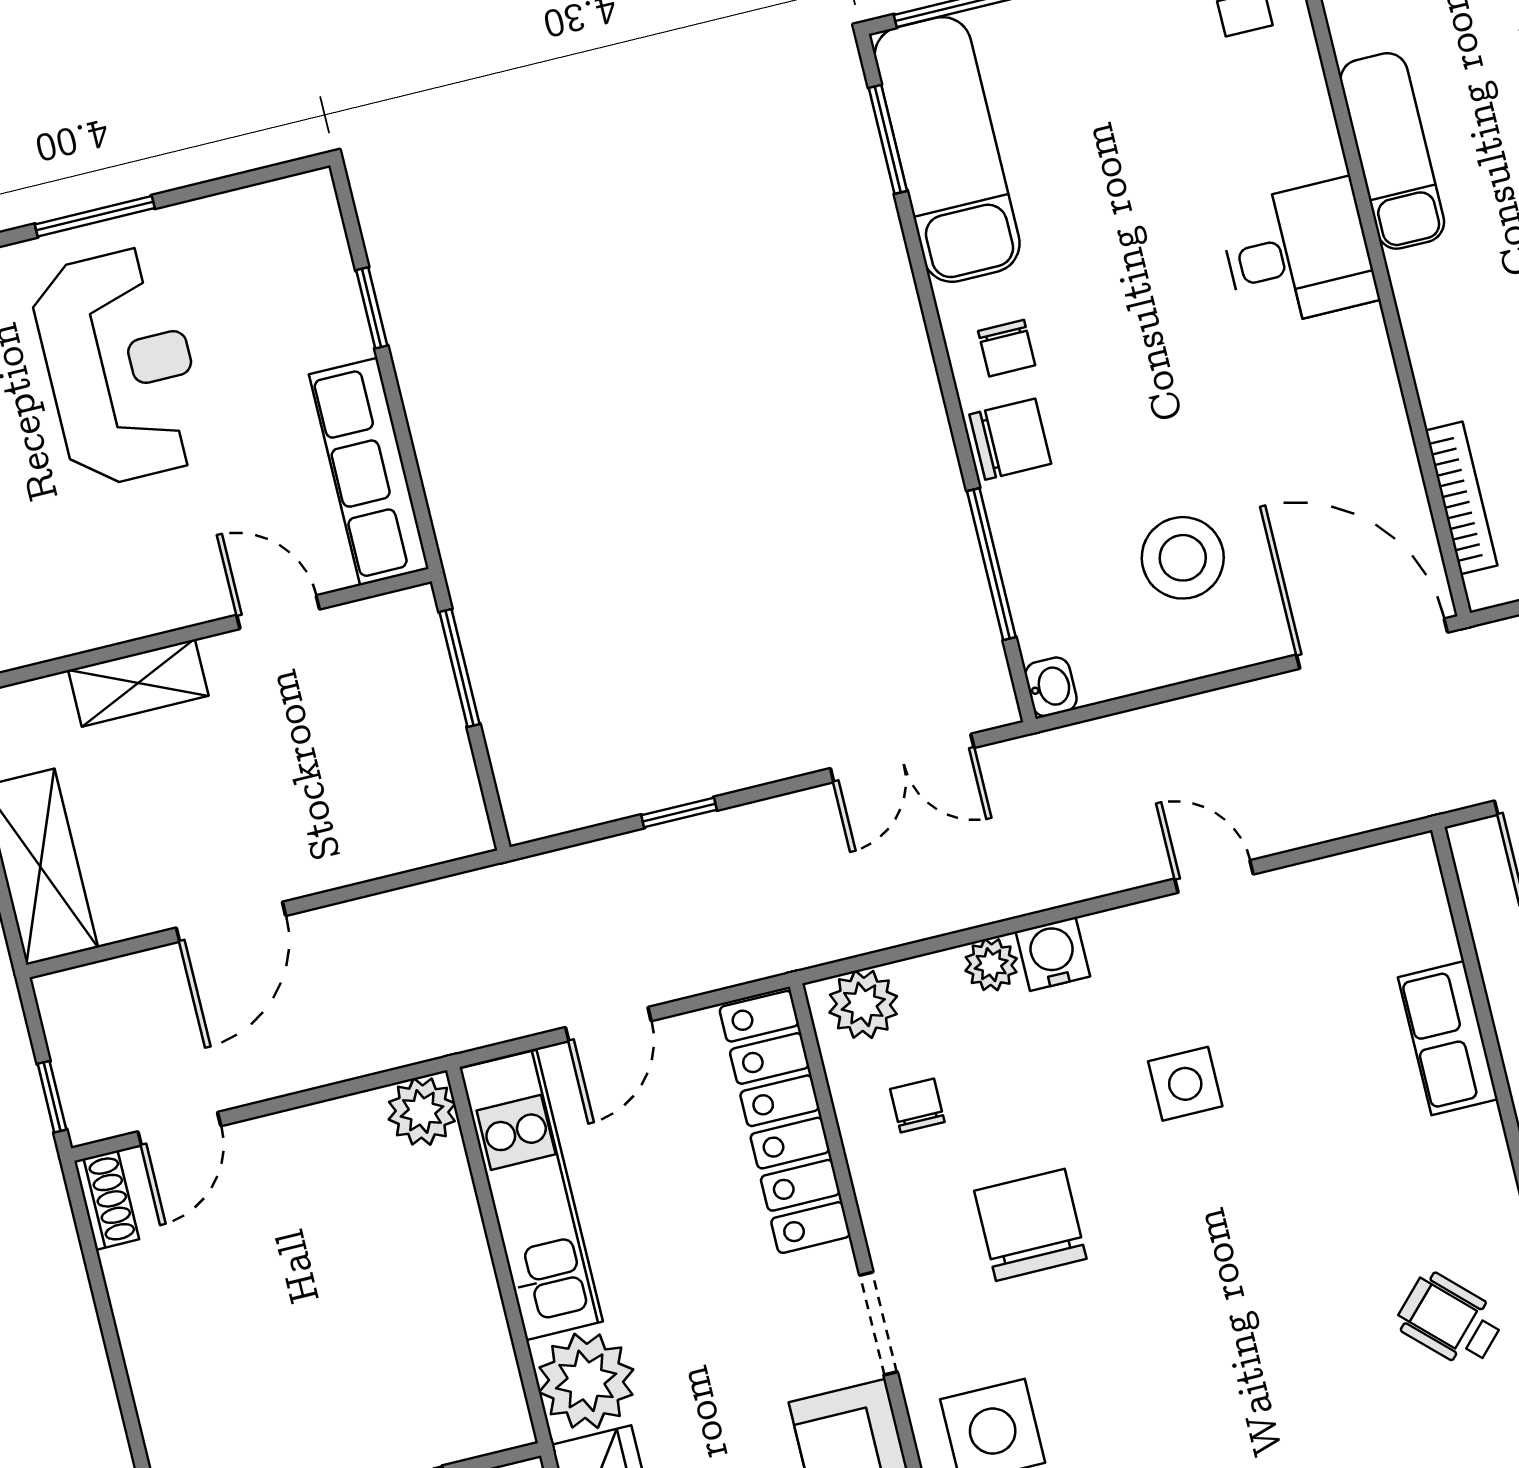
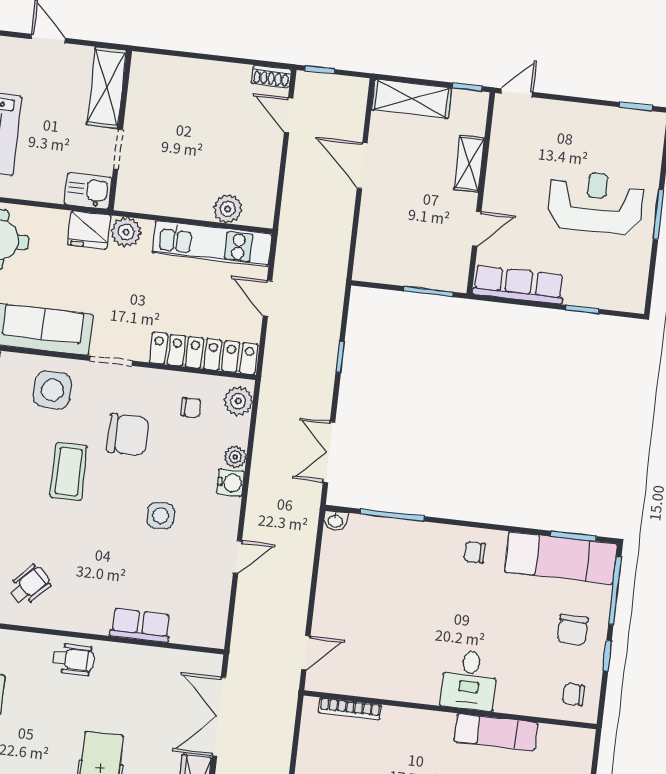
reception desk: (120, 367) -> (596, 202), turned 180
chair: (1010, 439) -> (573, 630), moved
stool: (1183, 558) -> (367, 591), removed
door: (1372, 644) -> (306, 653), width x0.53
plant: (422, 1111) -> (228, 209), moved
coffee table: (1162, 1327) -> (69, 472), added
plant: (586, 1381) -> (126, 232), width x0.73, depth x0.73

